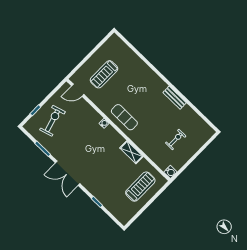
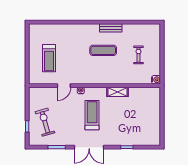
door: (78, 90) -> (64, 86), moved
exercise mat: (124, 117) -> (103, 50), moved
treadmill: (140, 187) -> (92, 115), moved

